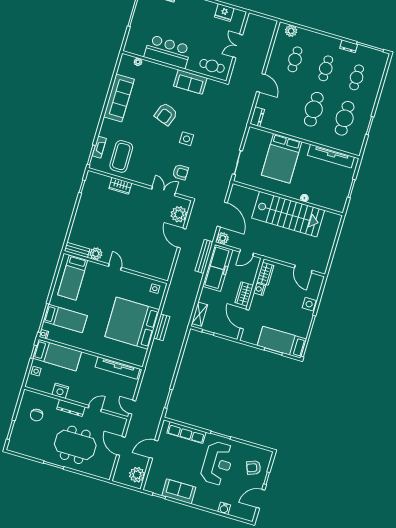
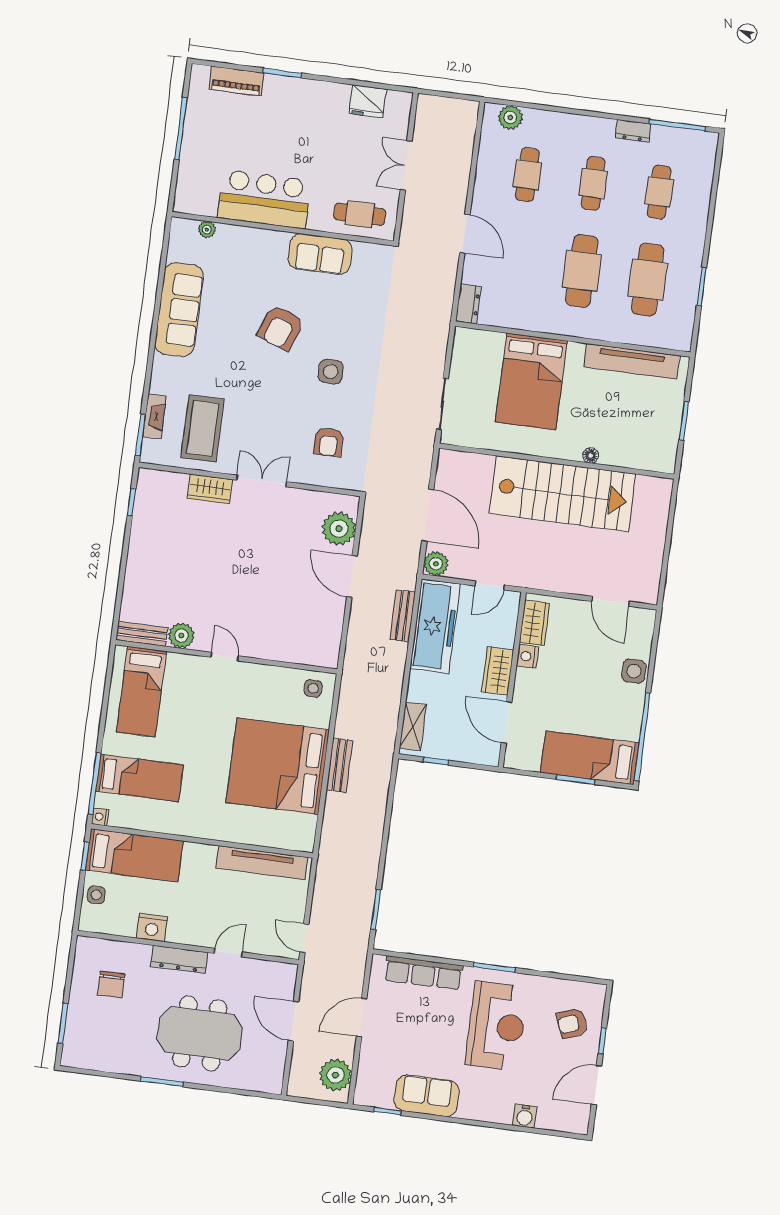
armchair: (180, 172) -> (329, 442), turned 90
double door: (164, 191) -> (262, 481), moved
bench: (204, 256) -> (403, 616), width x0.73

